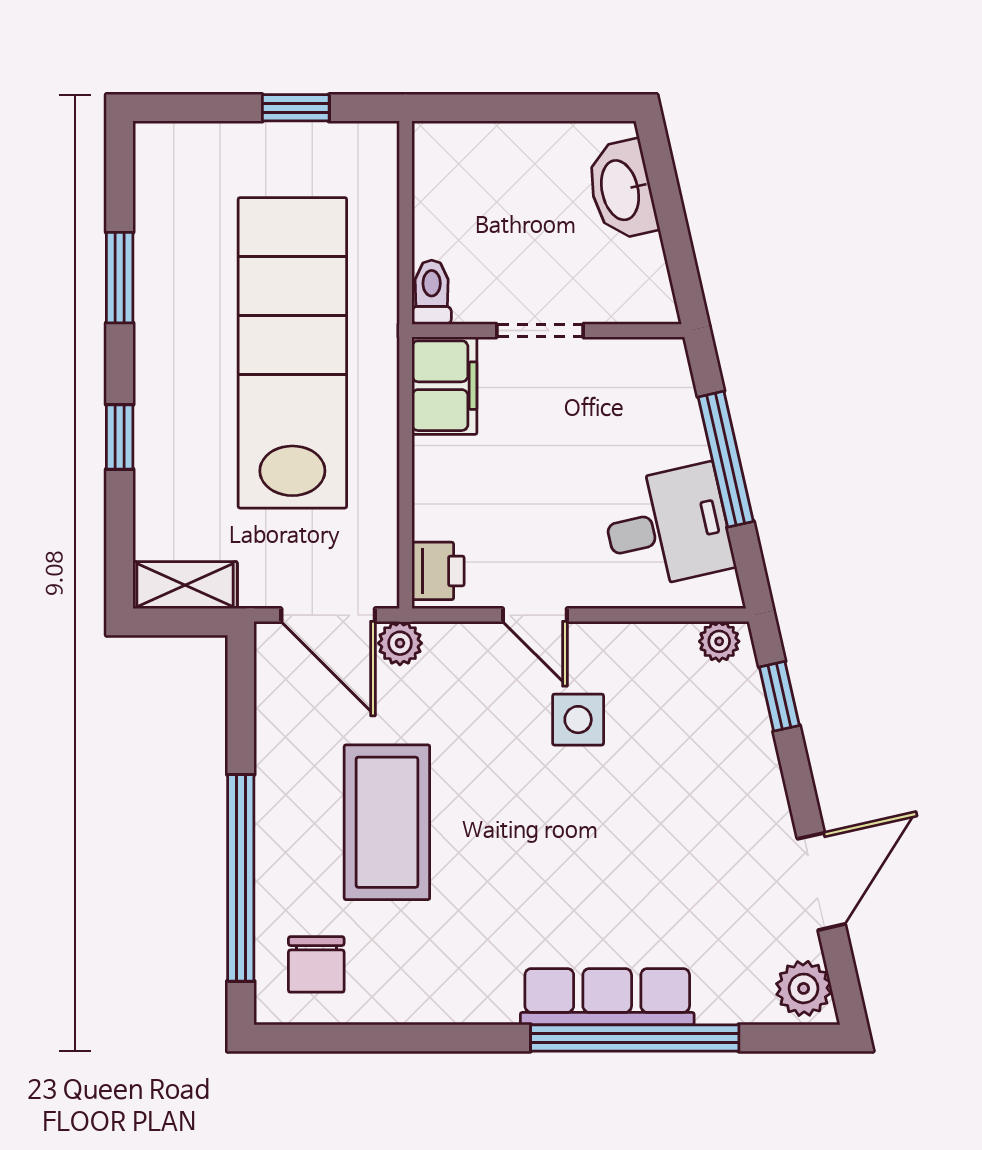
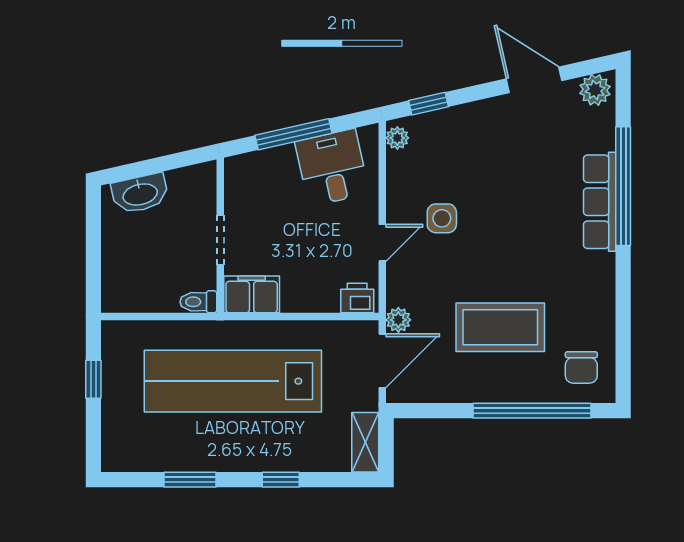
chair: (316, 964) -> (581, 367), turned 90

